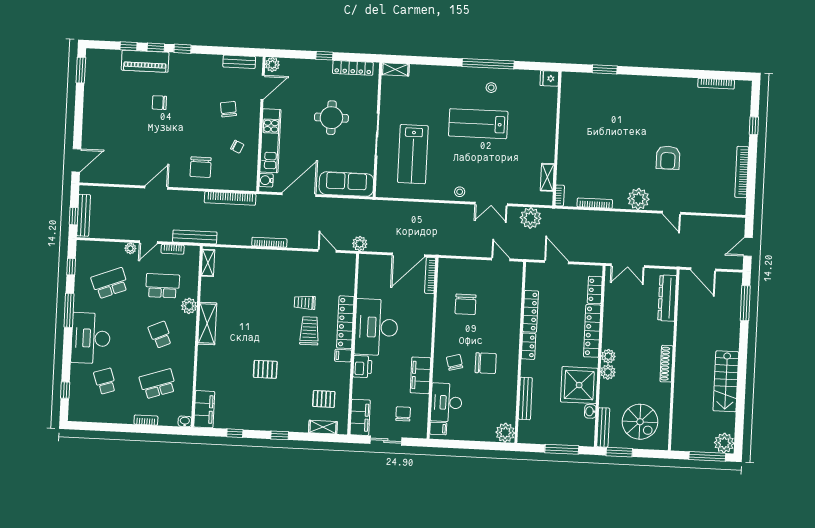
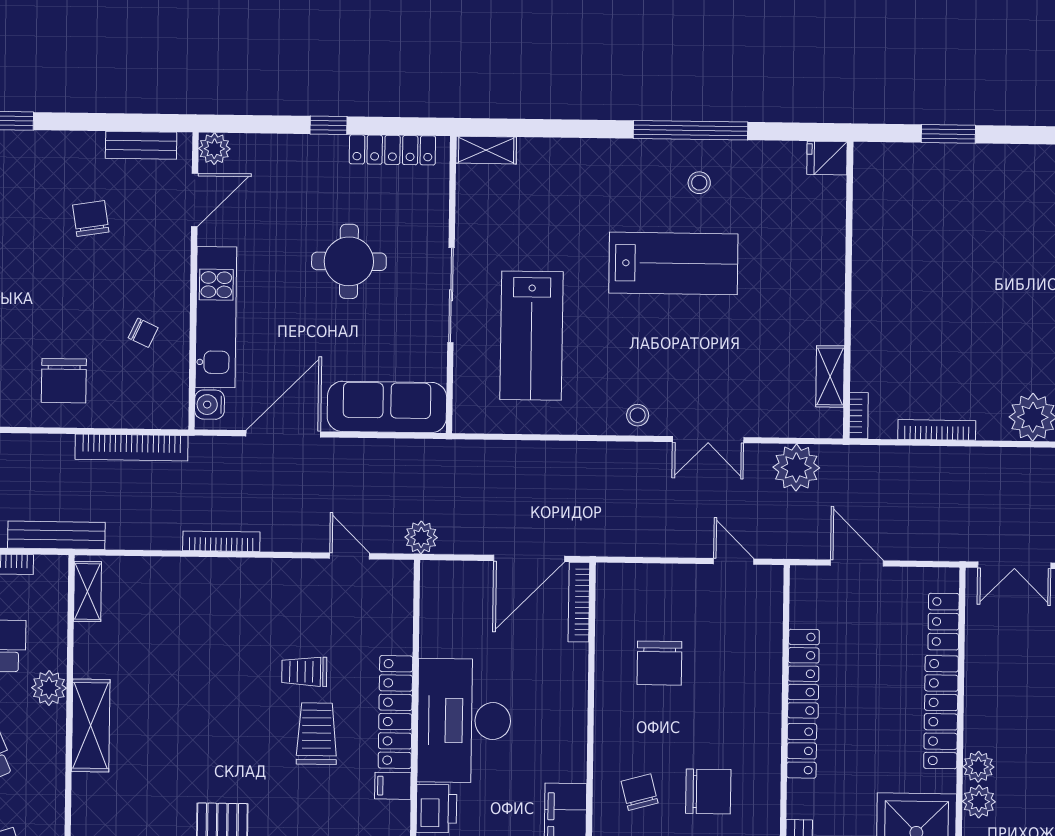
chair: (228, 109) -> (91, 219), moved
lab bench: (478, 124) -> (673, 263), turned 180

